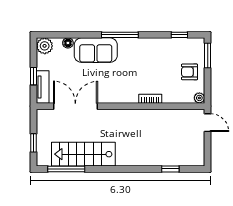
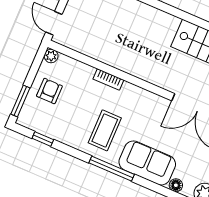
coffee table: (137, 61) -> (105, 130), added
armchair: (190, 72) -> (49, 91), turned -90

